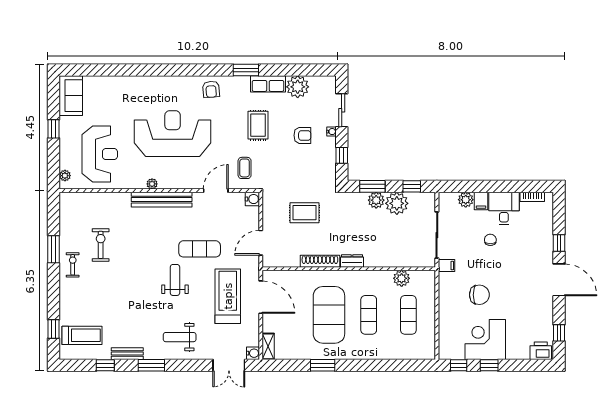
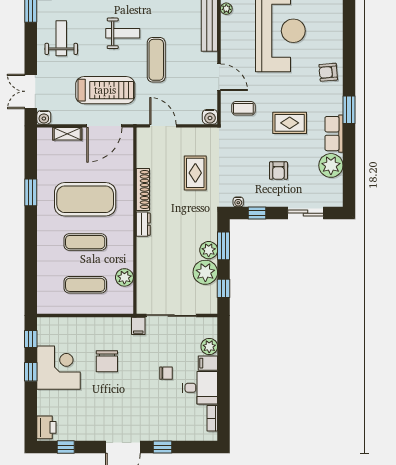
water cooler: (331, 132) -> (238, 202), moved
shelving: (268, 346) -> (67, 134), moved

